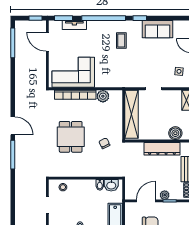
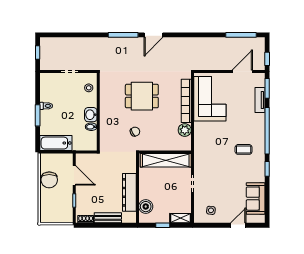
sofa: (158, 29) -> (256, 199), moved
washbasin: (111, 185) -> (91, 115), moved
plant: (165, 195) -> (80, 195), removed

